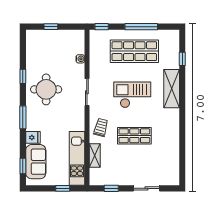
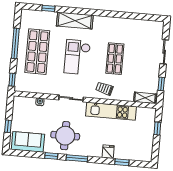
window: (23, 117) -> (77, 158), moved
shelving: (95, 156) -> (145, 98), moved
kitchen unit: (77, 158) -> (111, 111), moved
sofa: (36, 162) -> (28, 142), moved
window: (23, 166) -> (122, 162), moved

